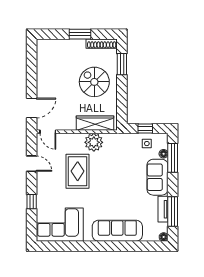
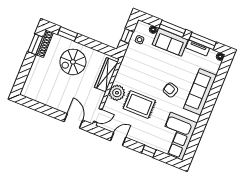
window: (80, 34) -> (35, 44), moved
plant: (94, 142) -> (117, 93), moved
window: (173, 158) -> (172, 29), moved
armchair: (106, 198) -> (170, 90), added

